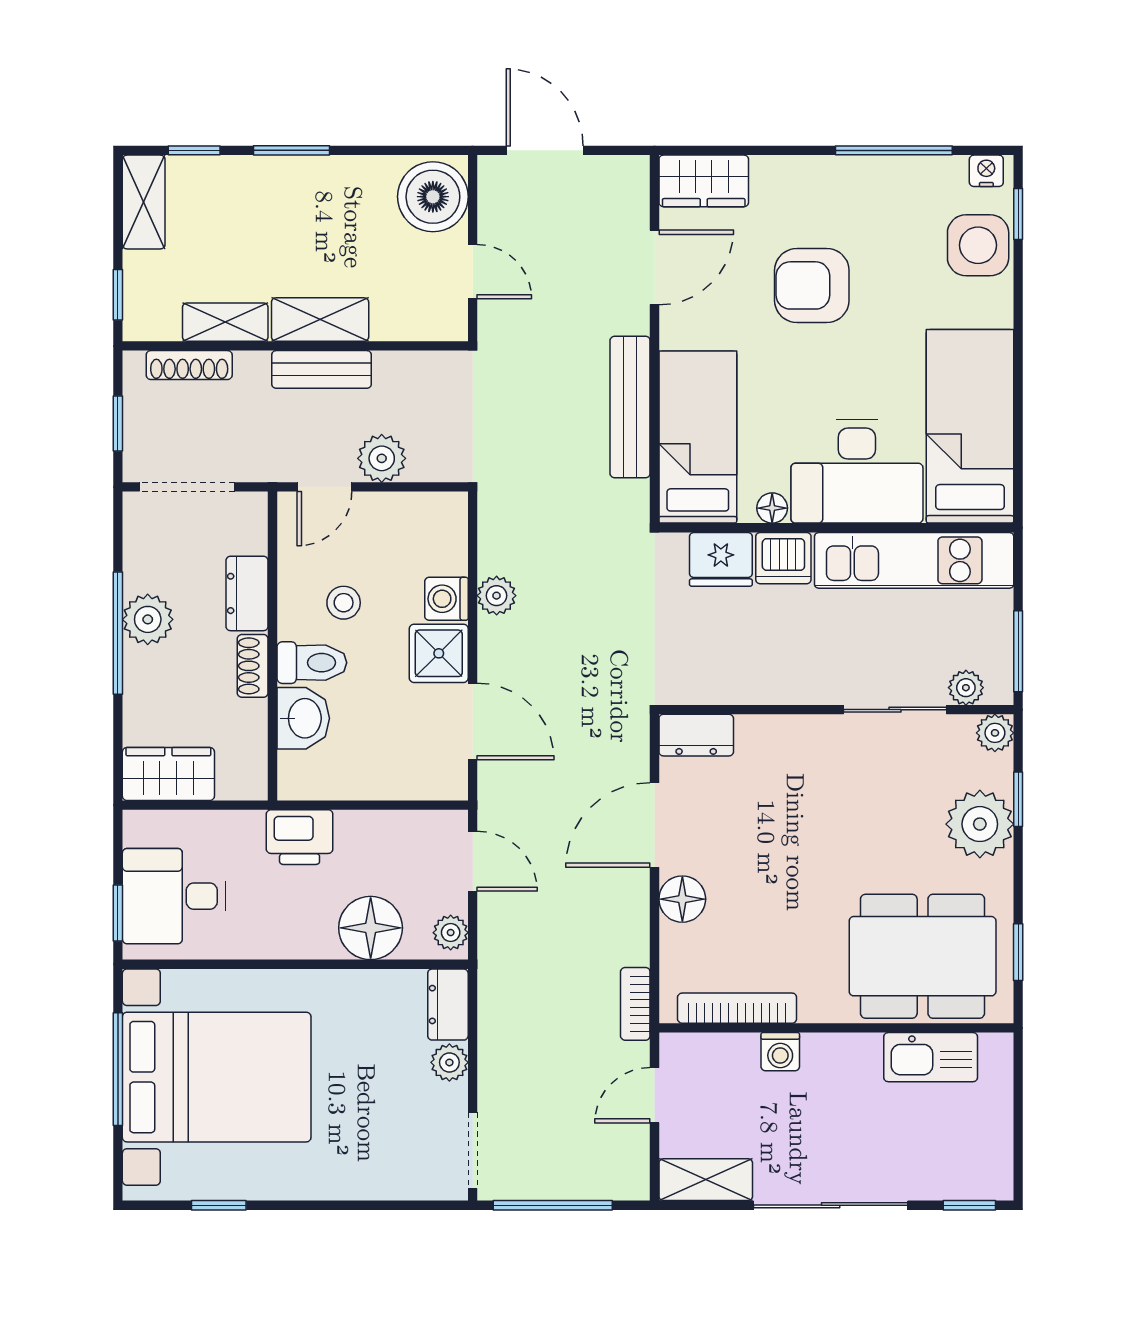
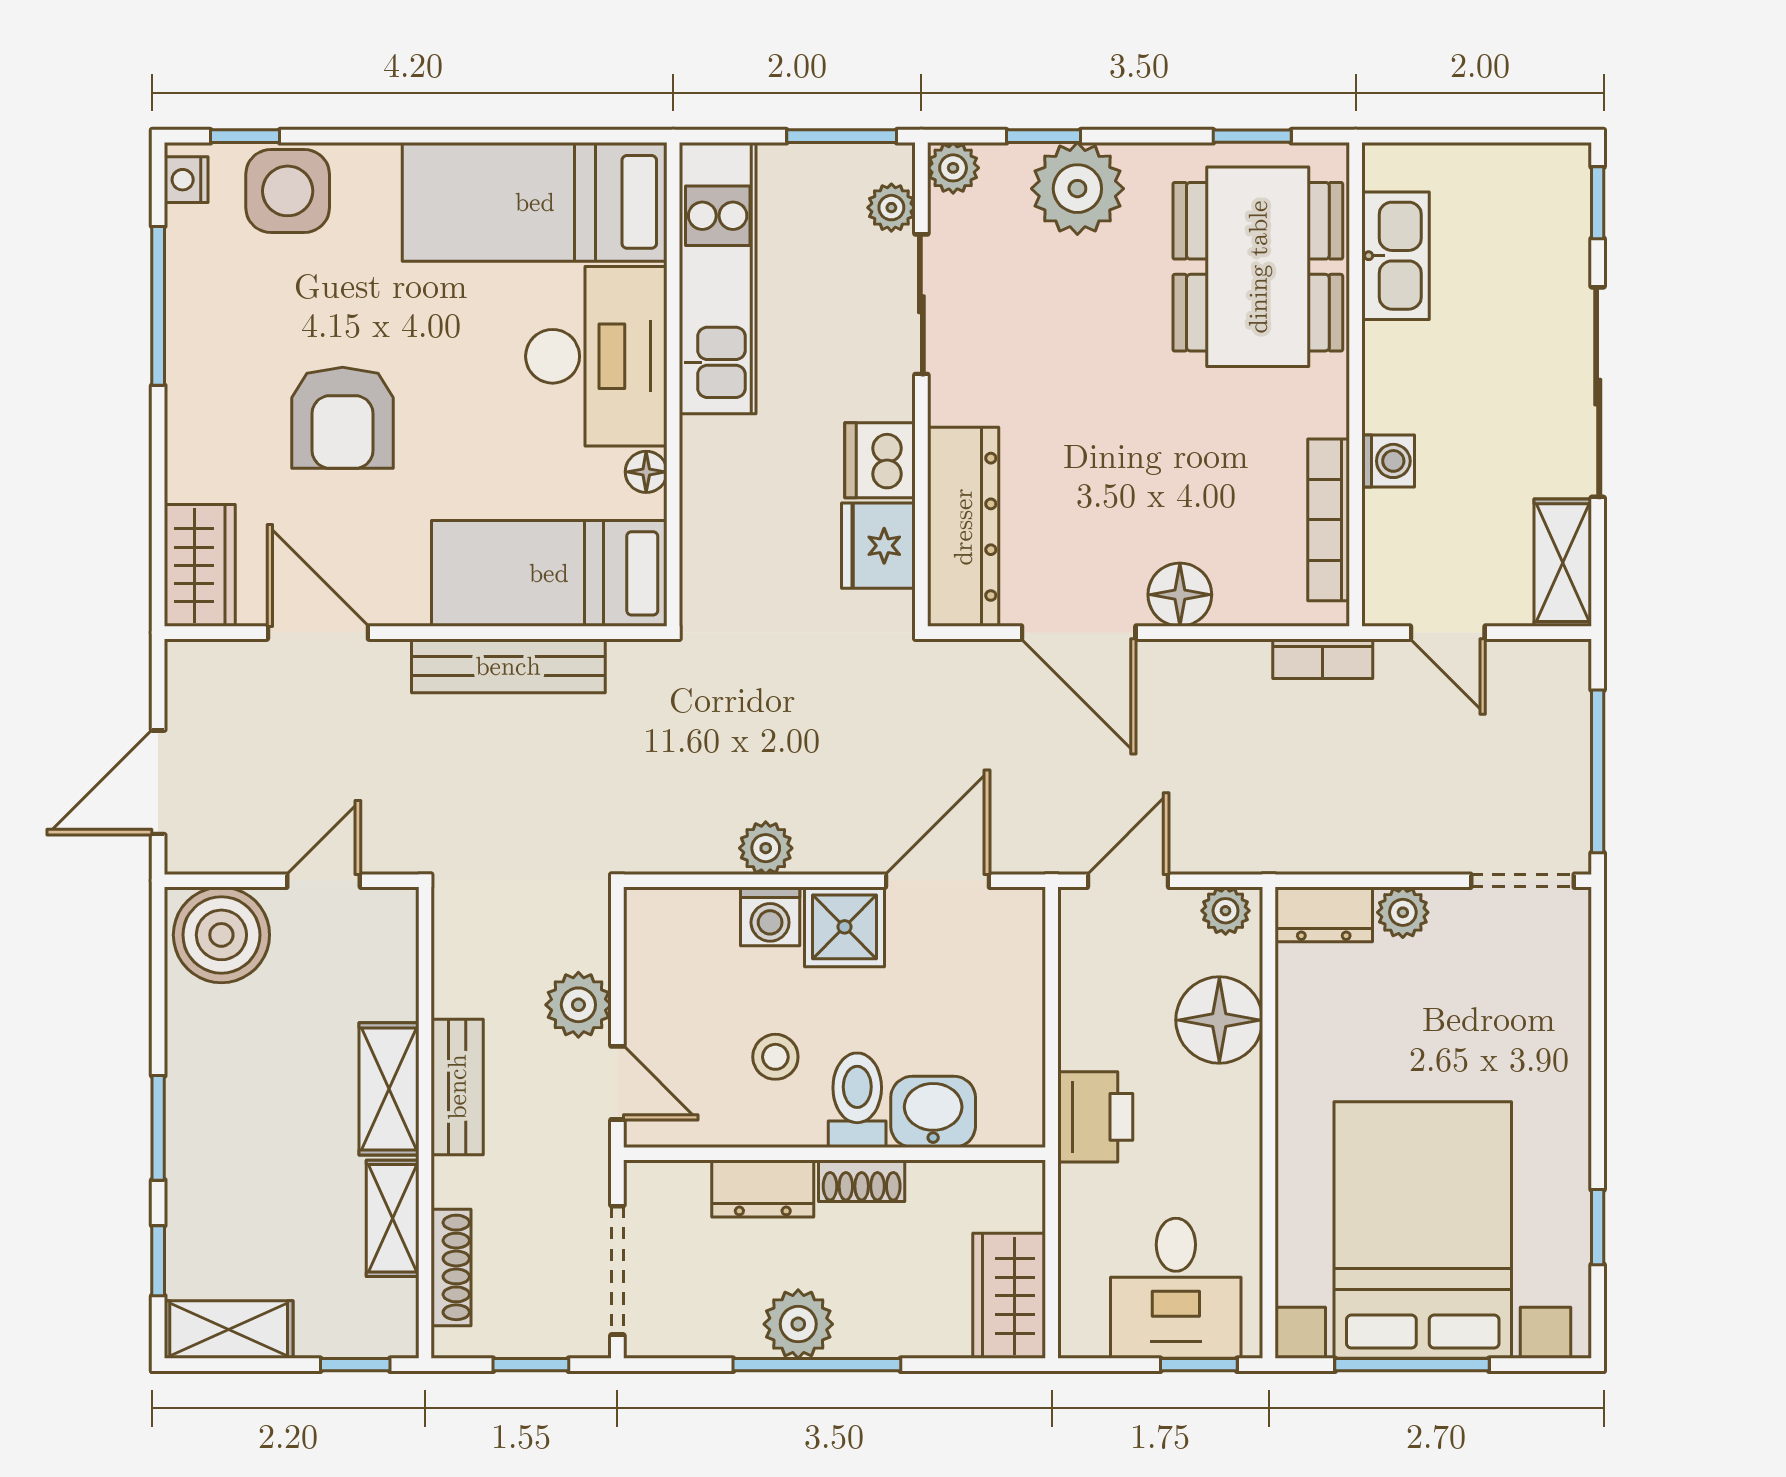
dishwasher: (783, 558) -> (880, 460), moved, turned 180
fridge: (721, 559) -> (878, 546), moved, turned 180
dresser: (696, 735) -> (963, 527), width x1.96, depth x1.24

